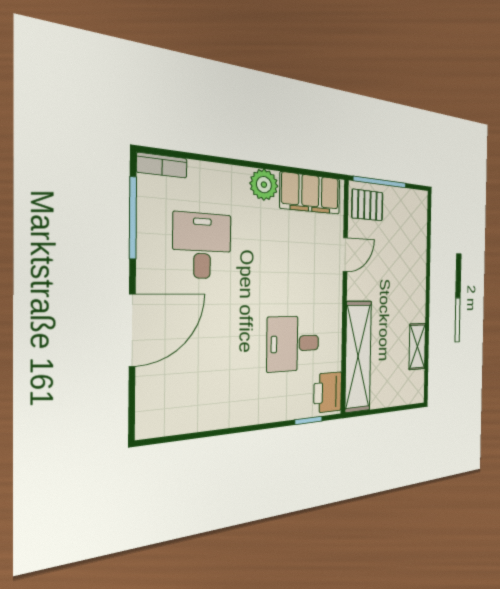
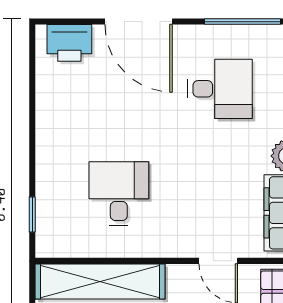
printer: (328, 392) -> (69, 43), moved, turned 180

